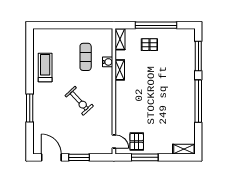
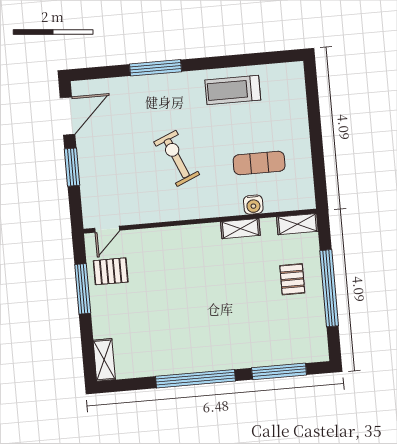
treadmill: (45, 68) -> (233, 90), turned 180
exercise bike: (79, 101) -> (177, 158), turned 110

